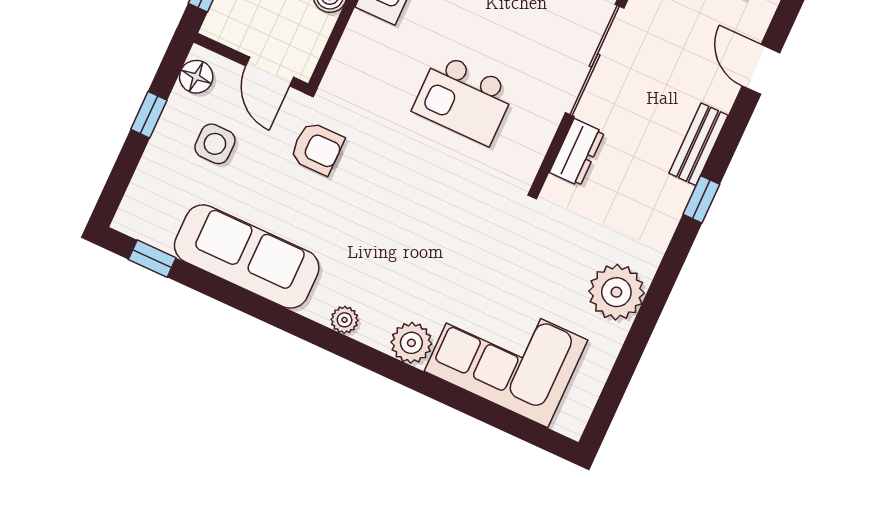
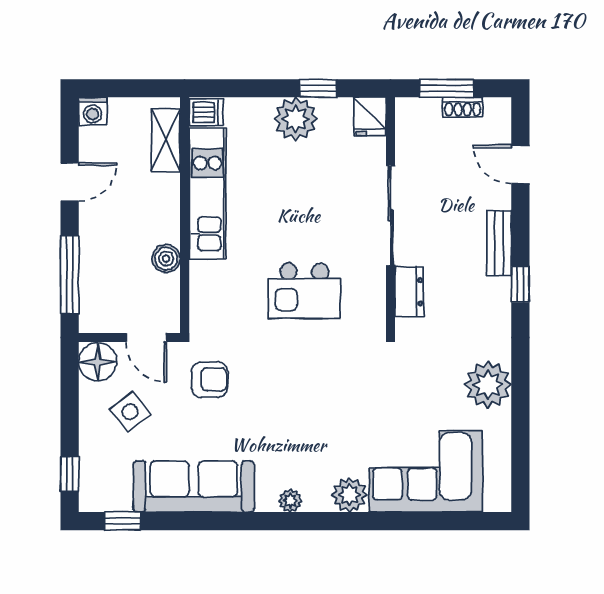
floor lamp: (196, 77) -> (98, 362), width x1.38, depth x1.38
window: (149, 115) -> (70, 474), moved
side table: (215, 144) -> (130, 412), turned -38

